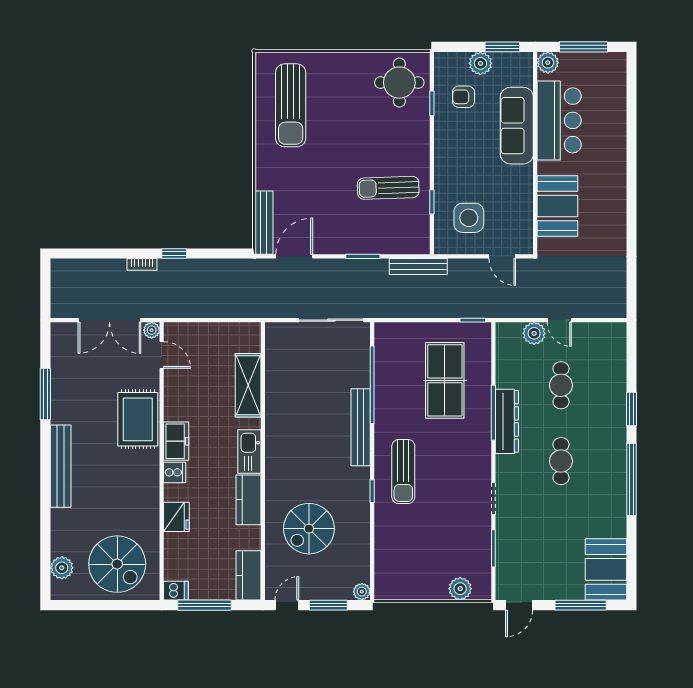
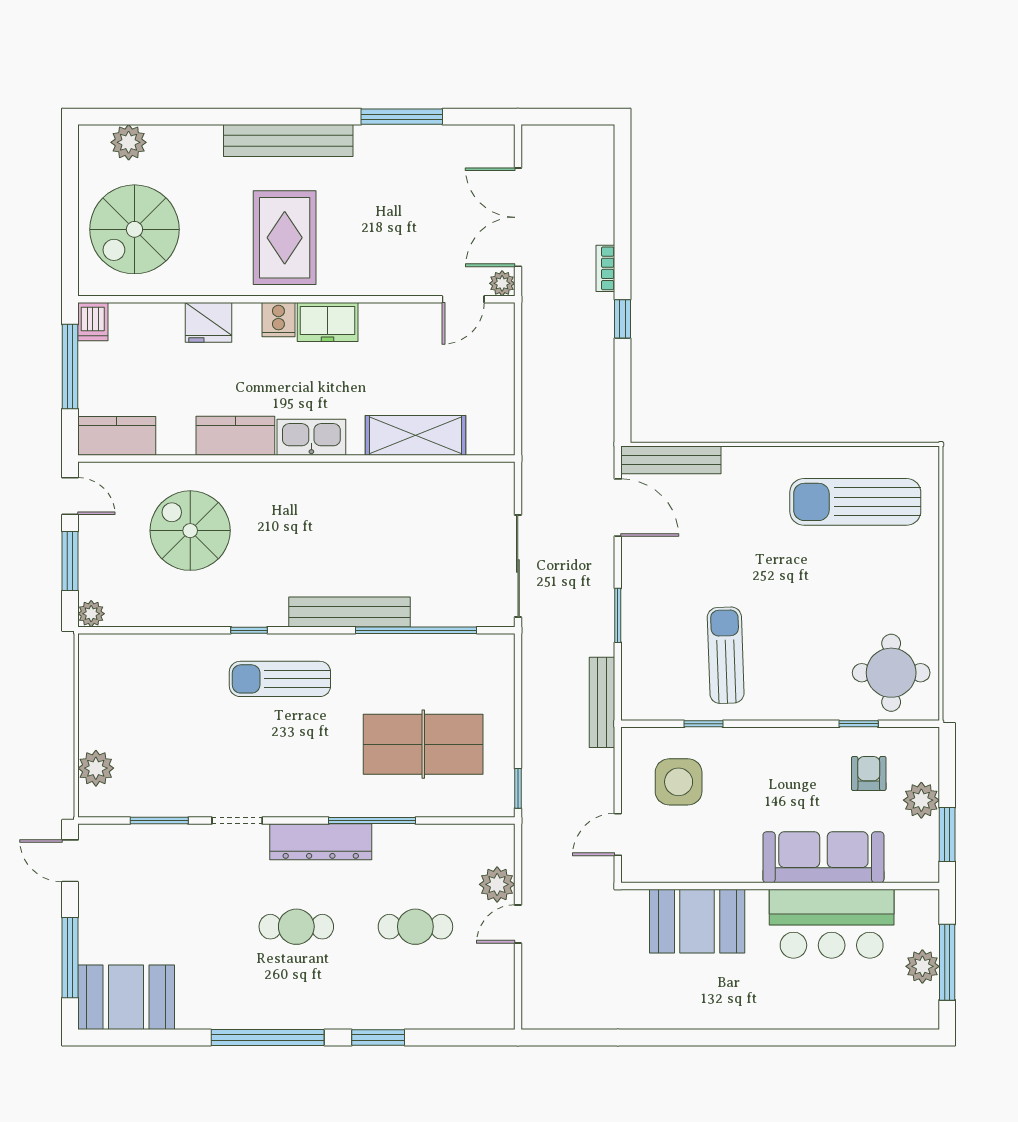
plant: (548, 63) -> (922, 966), moved
rug: (138, 419) -> (285, 238), moved, turned 90
dresser: (507, 421) -> (321, 842), moved

